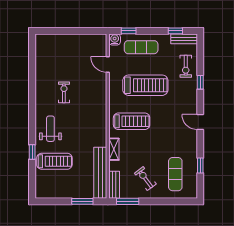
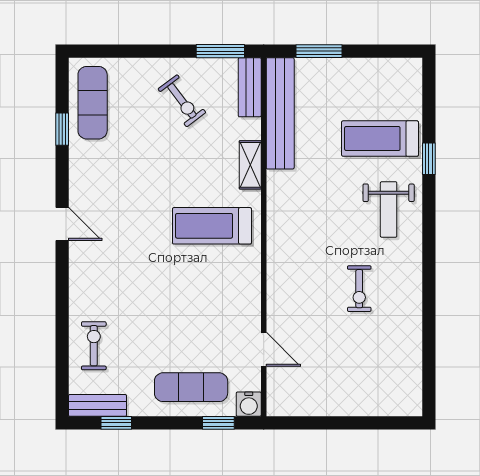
window: (200, 82) -> (62, 311), removed
treadmill: (145, 85) -> (182, 304), removed
exercise mat: (175, 174) -> (93, 103), moved

